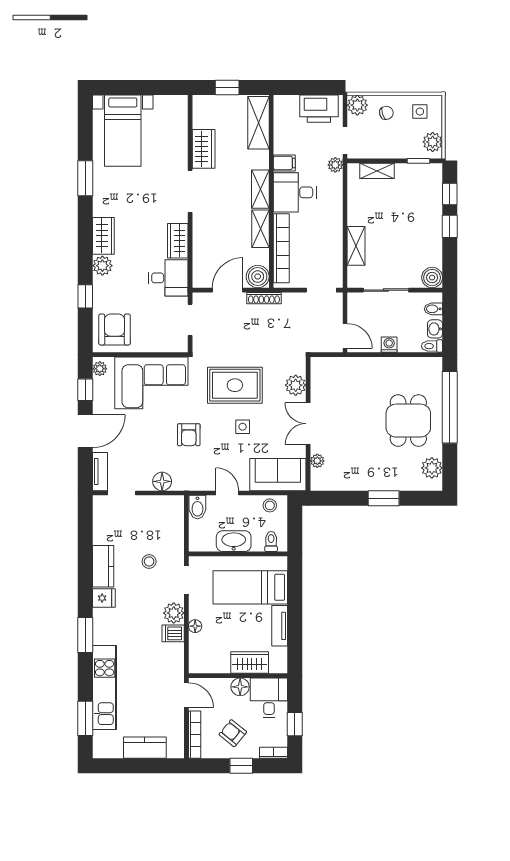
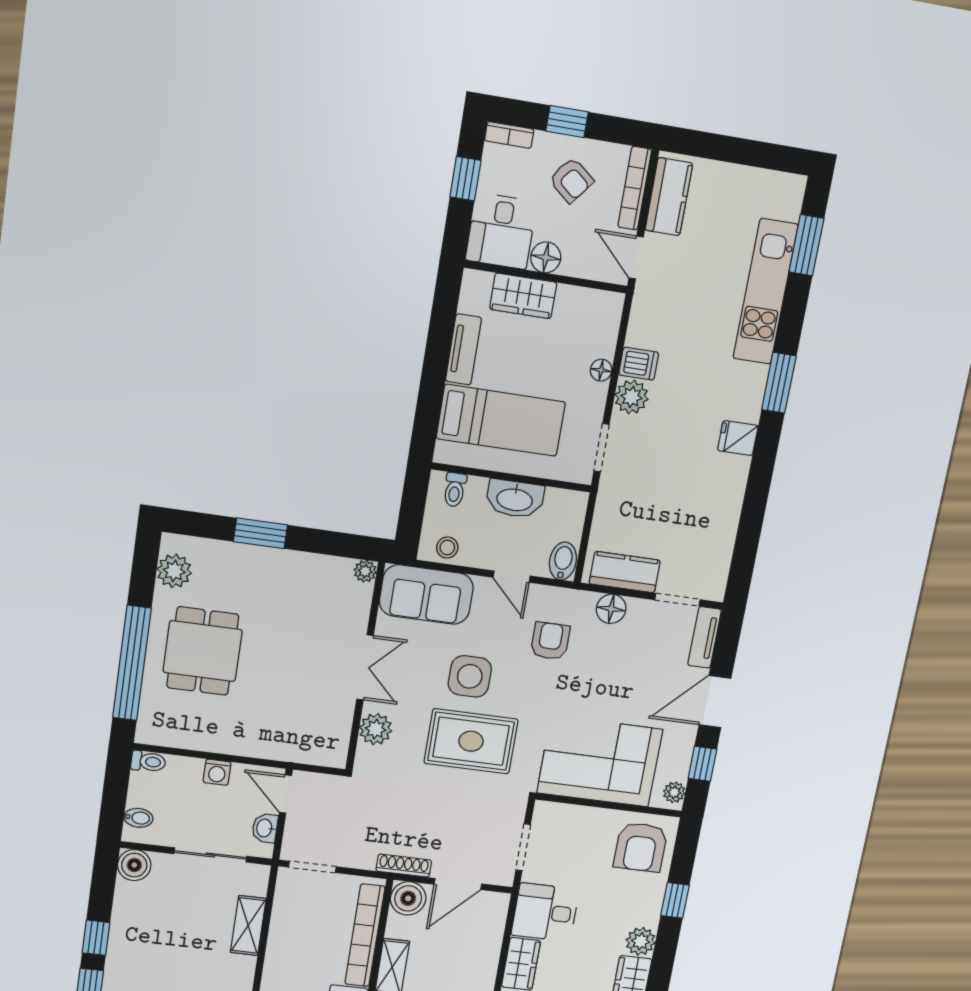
washbasin: (435, 329) -> (265, 828), moved, turned 180
side table: (243, 427) -> (470, 676), width x1.87, depth x1.87
armchair: (189, 435) -> (550, 641), moved
plant: (317, 461) -> (365, 571), moved
stool: (149, 561) -> (655, 486), removed
kitchen counter: (103, 566) -> (625, 572), moved, turned 90
kitchen counter: (145, 748) -> (669, 197), moved, turned -90

